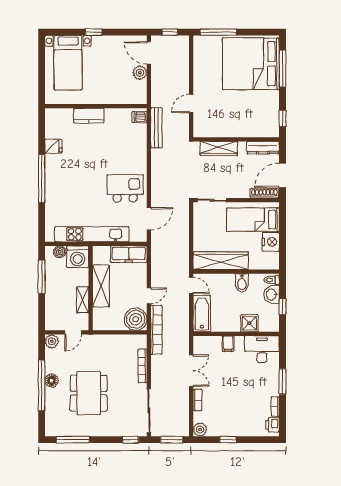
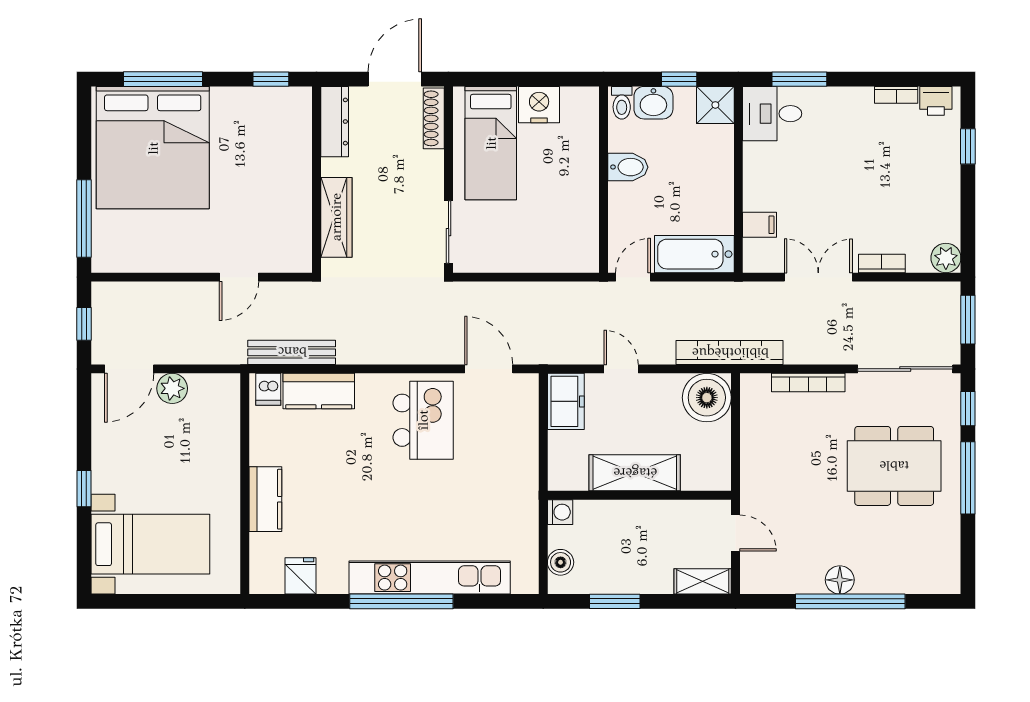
door: (191, 104) -> (239, 277), hinge flipped
kitchen counter: (139, 140) -> (319, 391), added
fridge: (53, 146) -> (301, 576), moved
door: (282, 175) -> (395, 79), swing flipped
kitchen island: (125, 188) -> (423, 420), turned 180
kitchen unit: (92, 234) -> (430, 578), moved, turned 90
freezer: (129, 254) -> (566, 401), width x0.71
washing machine: (78, 257) -> (560, 512), width x0.53, depth x0.53
wardrobe: (221, 261) -> (580, 213), removed
window: (42, 277) -> (615, 601), width x0.69
door: (149, 296) -> (621, 369), moved
shelving: (83, 300) -> (703, 581), moved
shower: (249, 323) -> (715, 105), moved
plant: (52, 341) -> (755, 579), removed
filing cabinet: (228, 344) -> (760, 225), moved
desk: (262, 349) -> (772, 114), width x0.73
window: (282, 382) -> (799, 79), moved
dining table: (89, 393) -> (894, 466), moved
window: (73, 440) -> (968, 478), moved
window: (228, 440) -> (968, 146), moved

